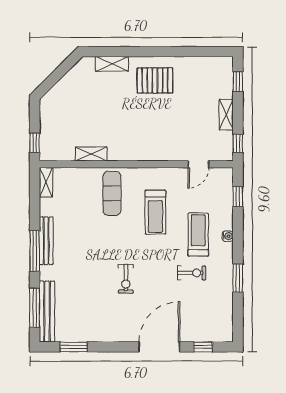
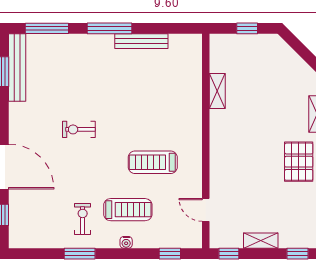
window: (35, 143) -> (247, 28), moved
shelving: (46, 182) -> (186, 41), removed
exercise mat: (112, 193) -> (174, 114), removed
bench: (46, 241) -> (141, 41), moved
exercise bike: (192, 273) -> (83, 219), moved, turned 180
bench: (47, 312) -> (17, 68), moved, turned 90

